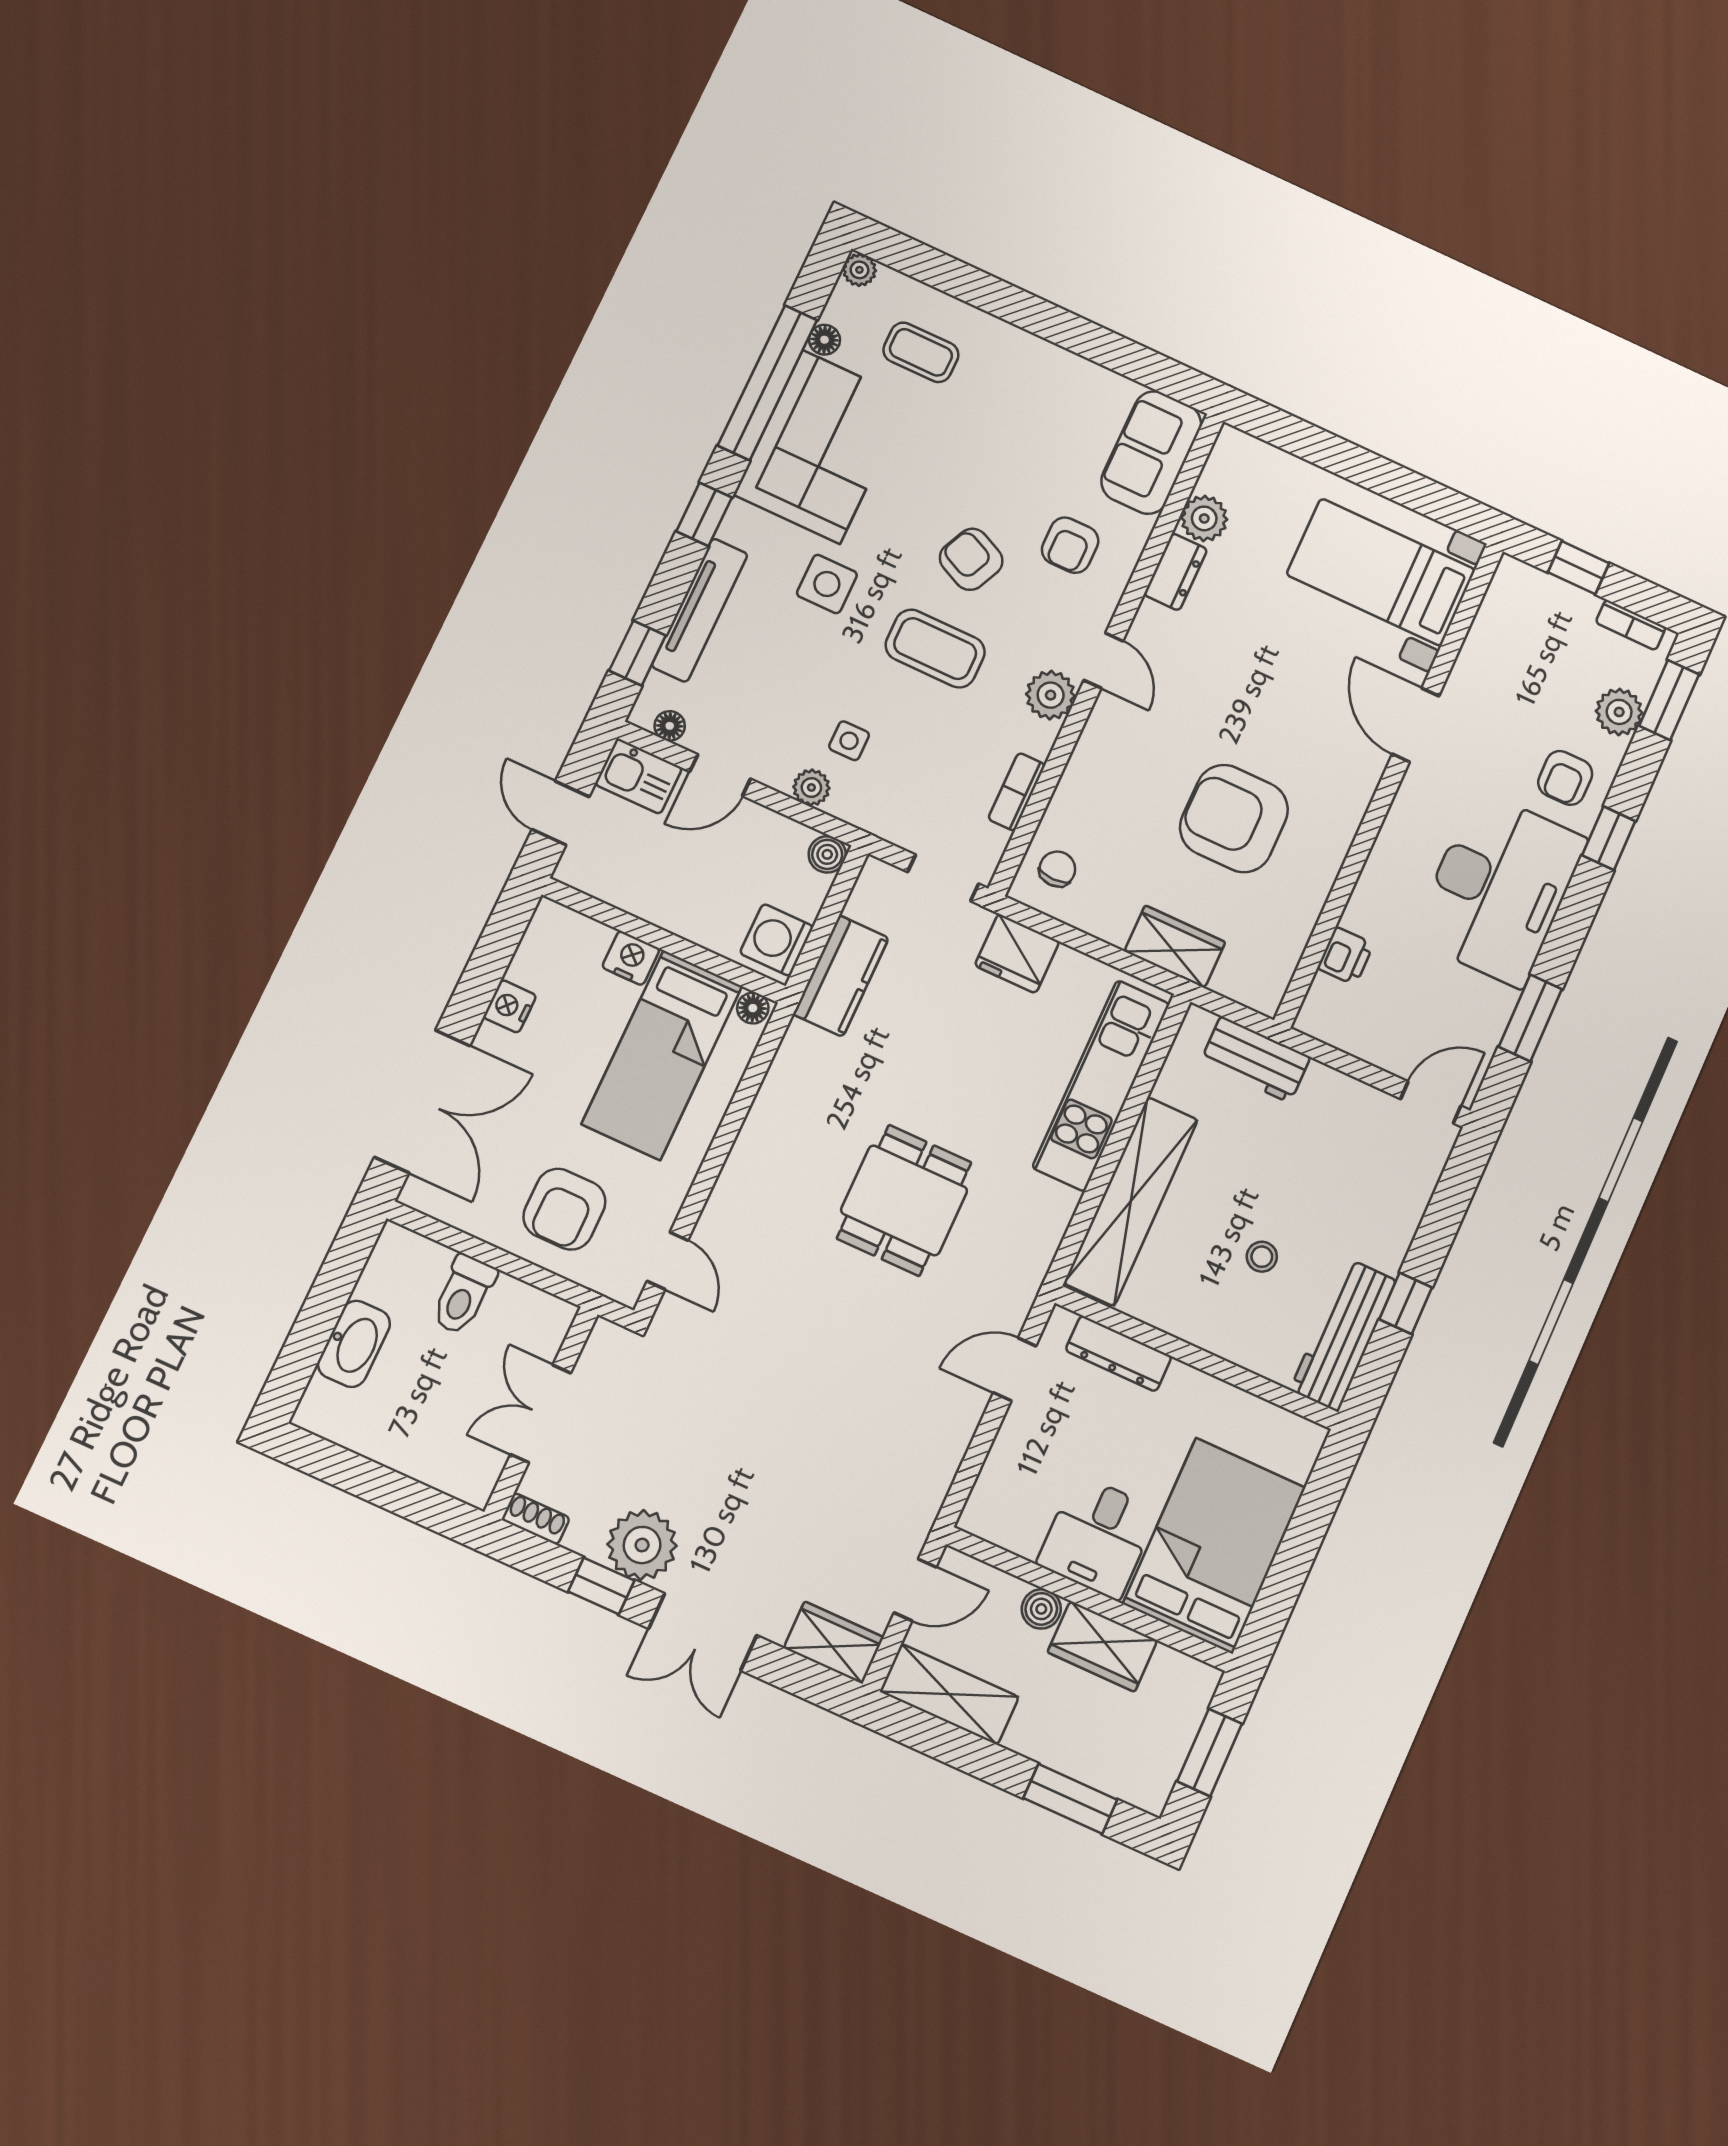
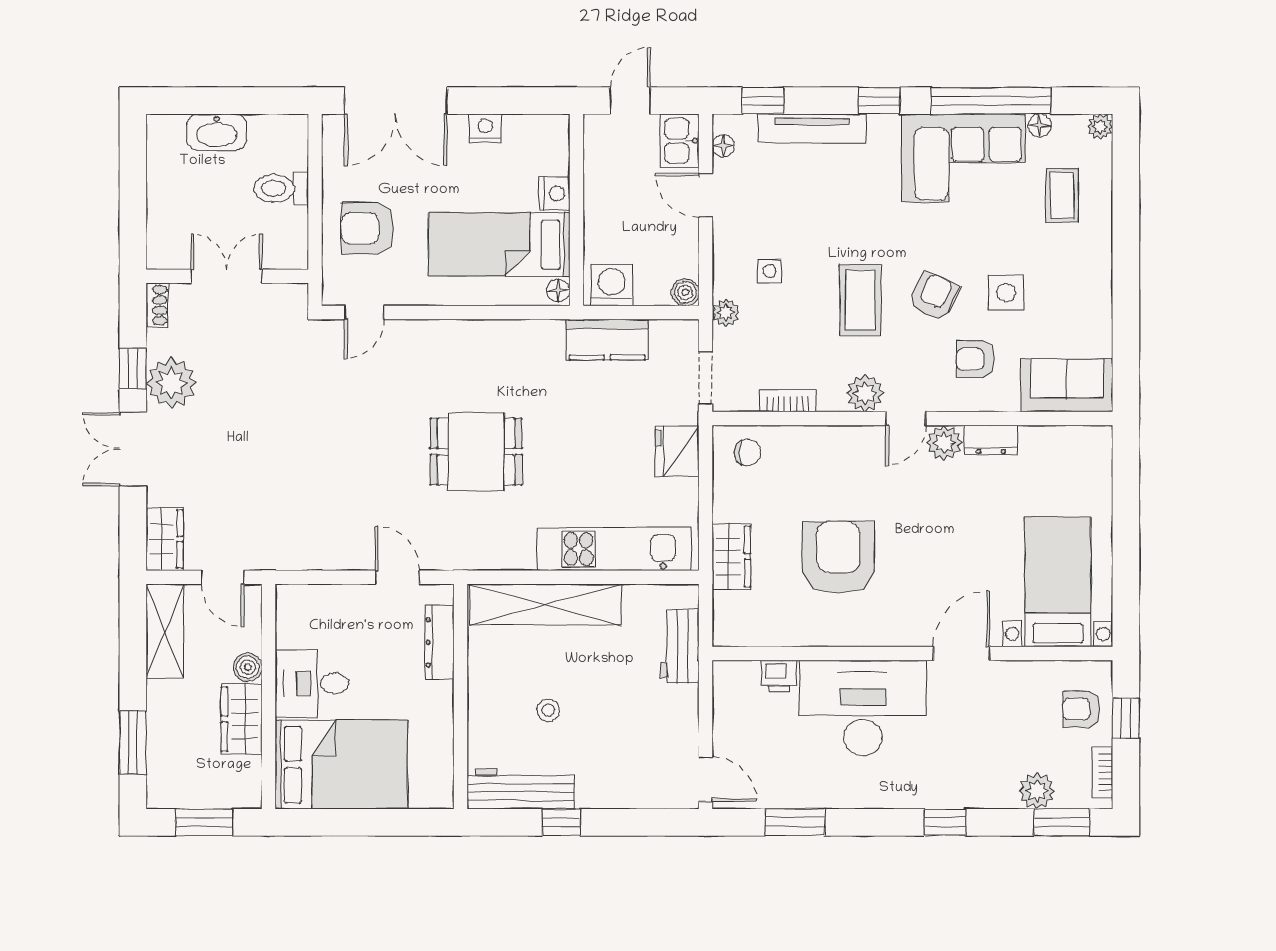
plant: (1204, 518) -> (944, 443), moved
side table: (827, 584) -> (1006, 293), moved
armchair: (1565, 778) -> (1081, 709), moved
plant: (811, 788) -> (726, 313), moved
desk: (1499, 888) -> (863, 708), moved, turned 180

